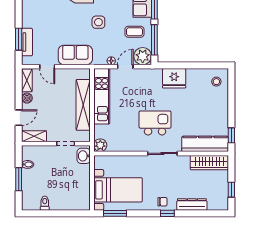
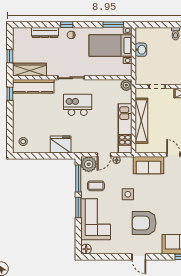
kitchen island: (155, 123) -> (78, 105), turned 180
washbasin: (84, 156) -> (141, 50), moved
window: (231, 190) -> (10, 56), moved

